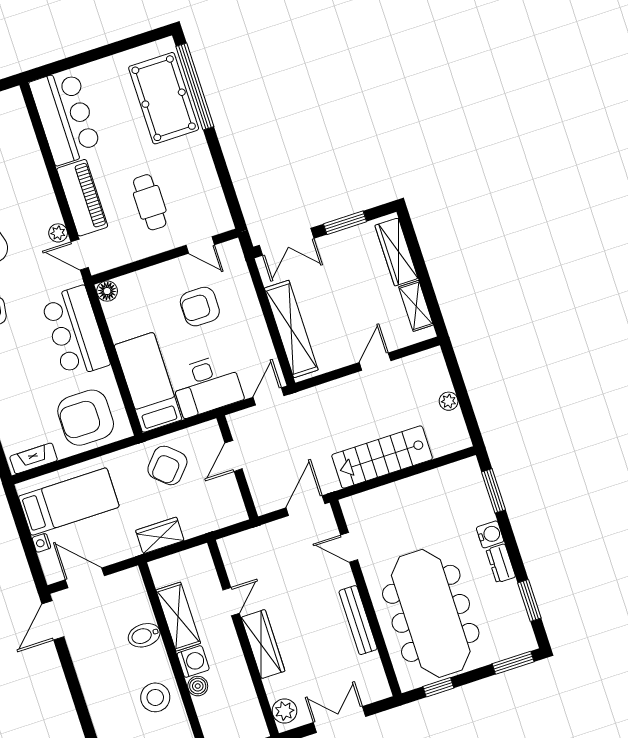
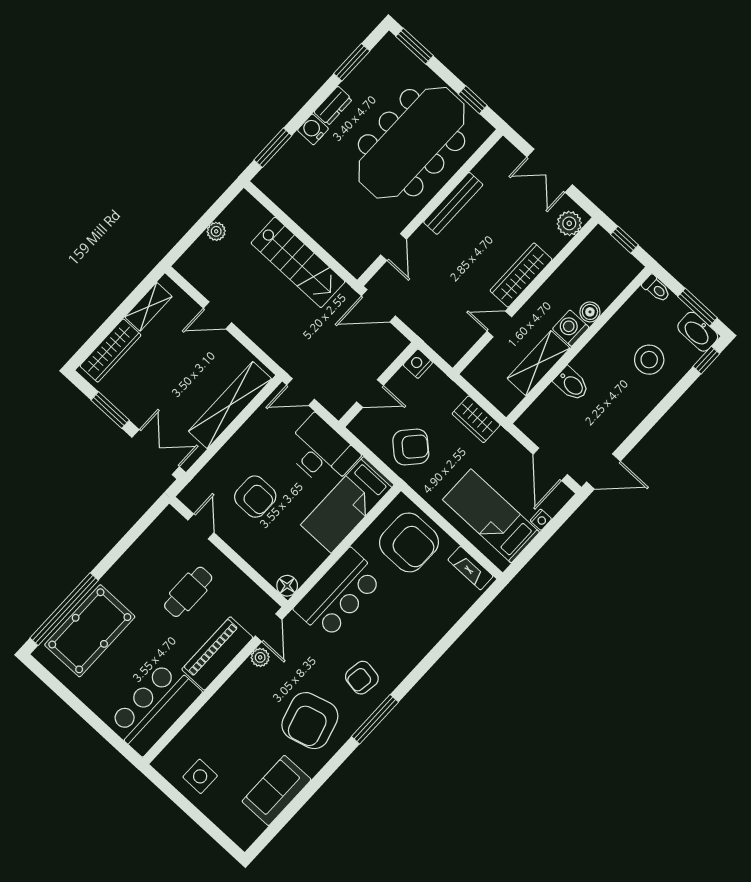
nightstand: (236, 512) -> (418, 364), added
stool: (155, 697) -> (649, 360), moved

